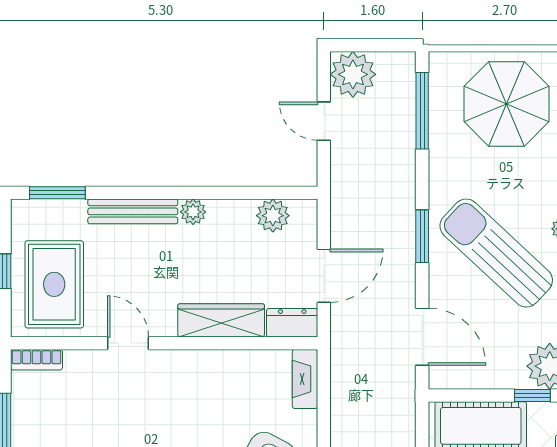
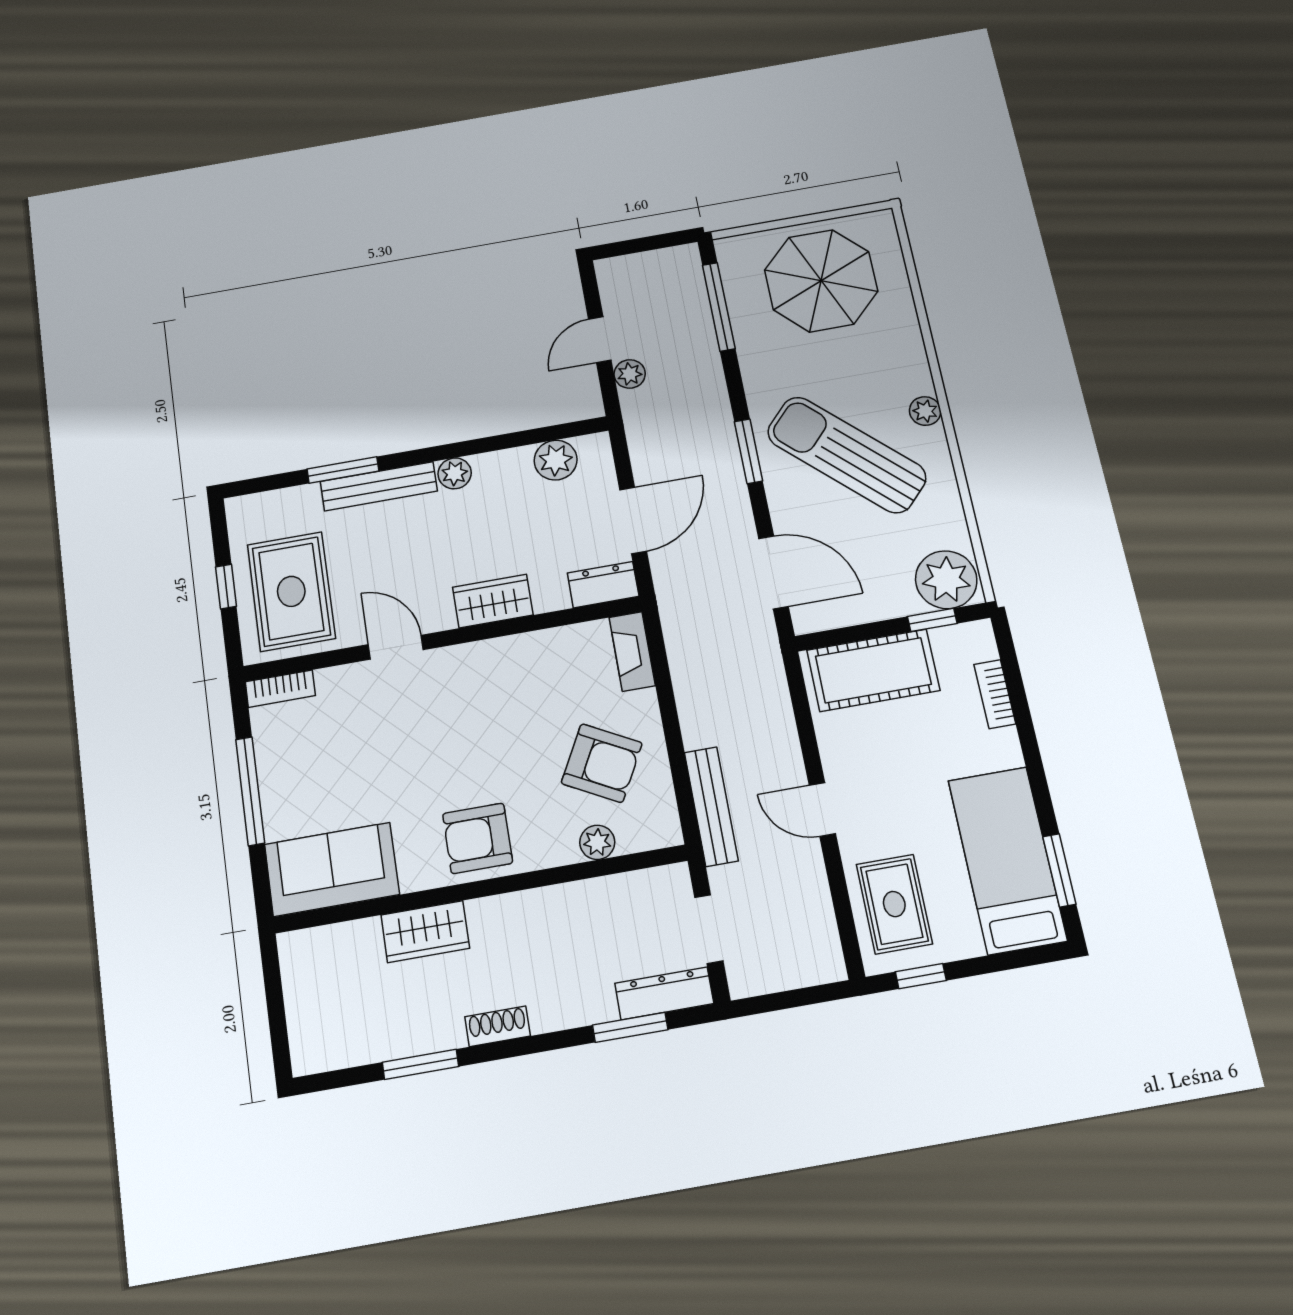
plant: (353, 74) -> (630, 374), moved, width x0.53, depth x0.53
door: (324, 121) -> (600, 340), hinge flipped
window: (57, 193) -> (343, 470), moved
wardrobe: (221, 320) -> (493, 601), width x0.67

